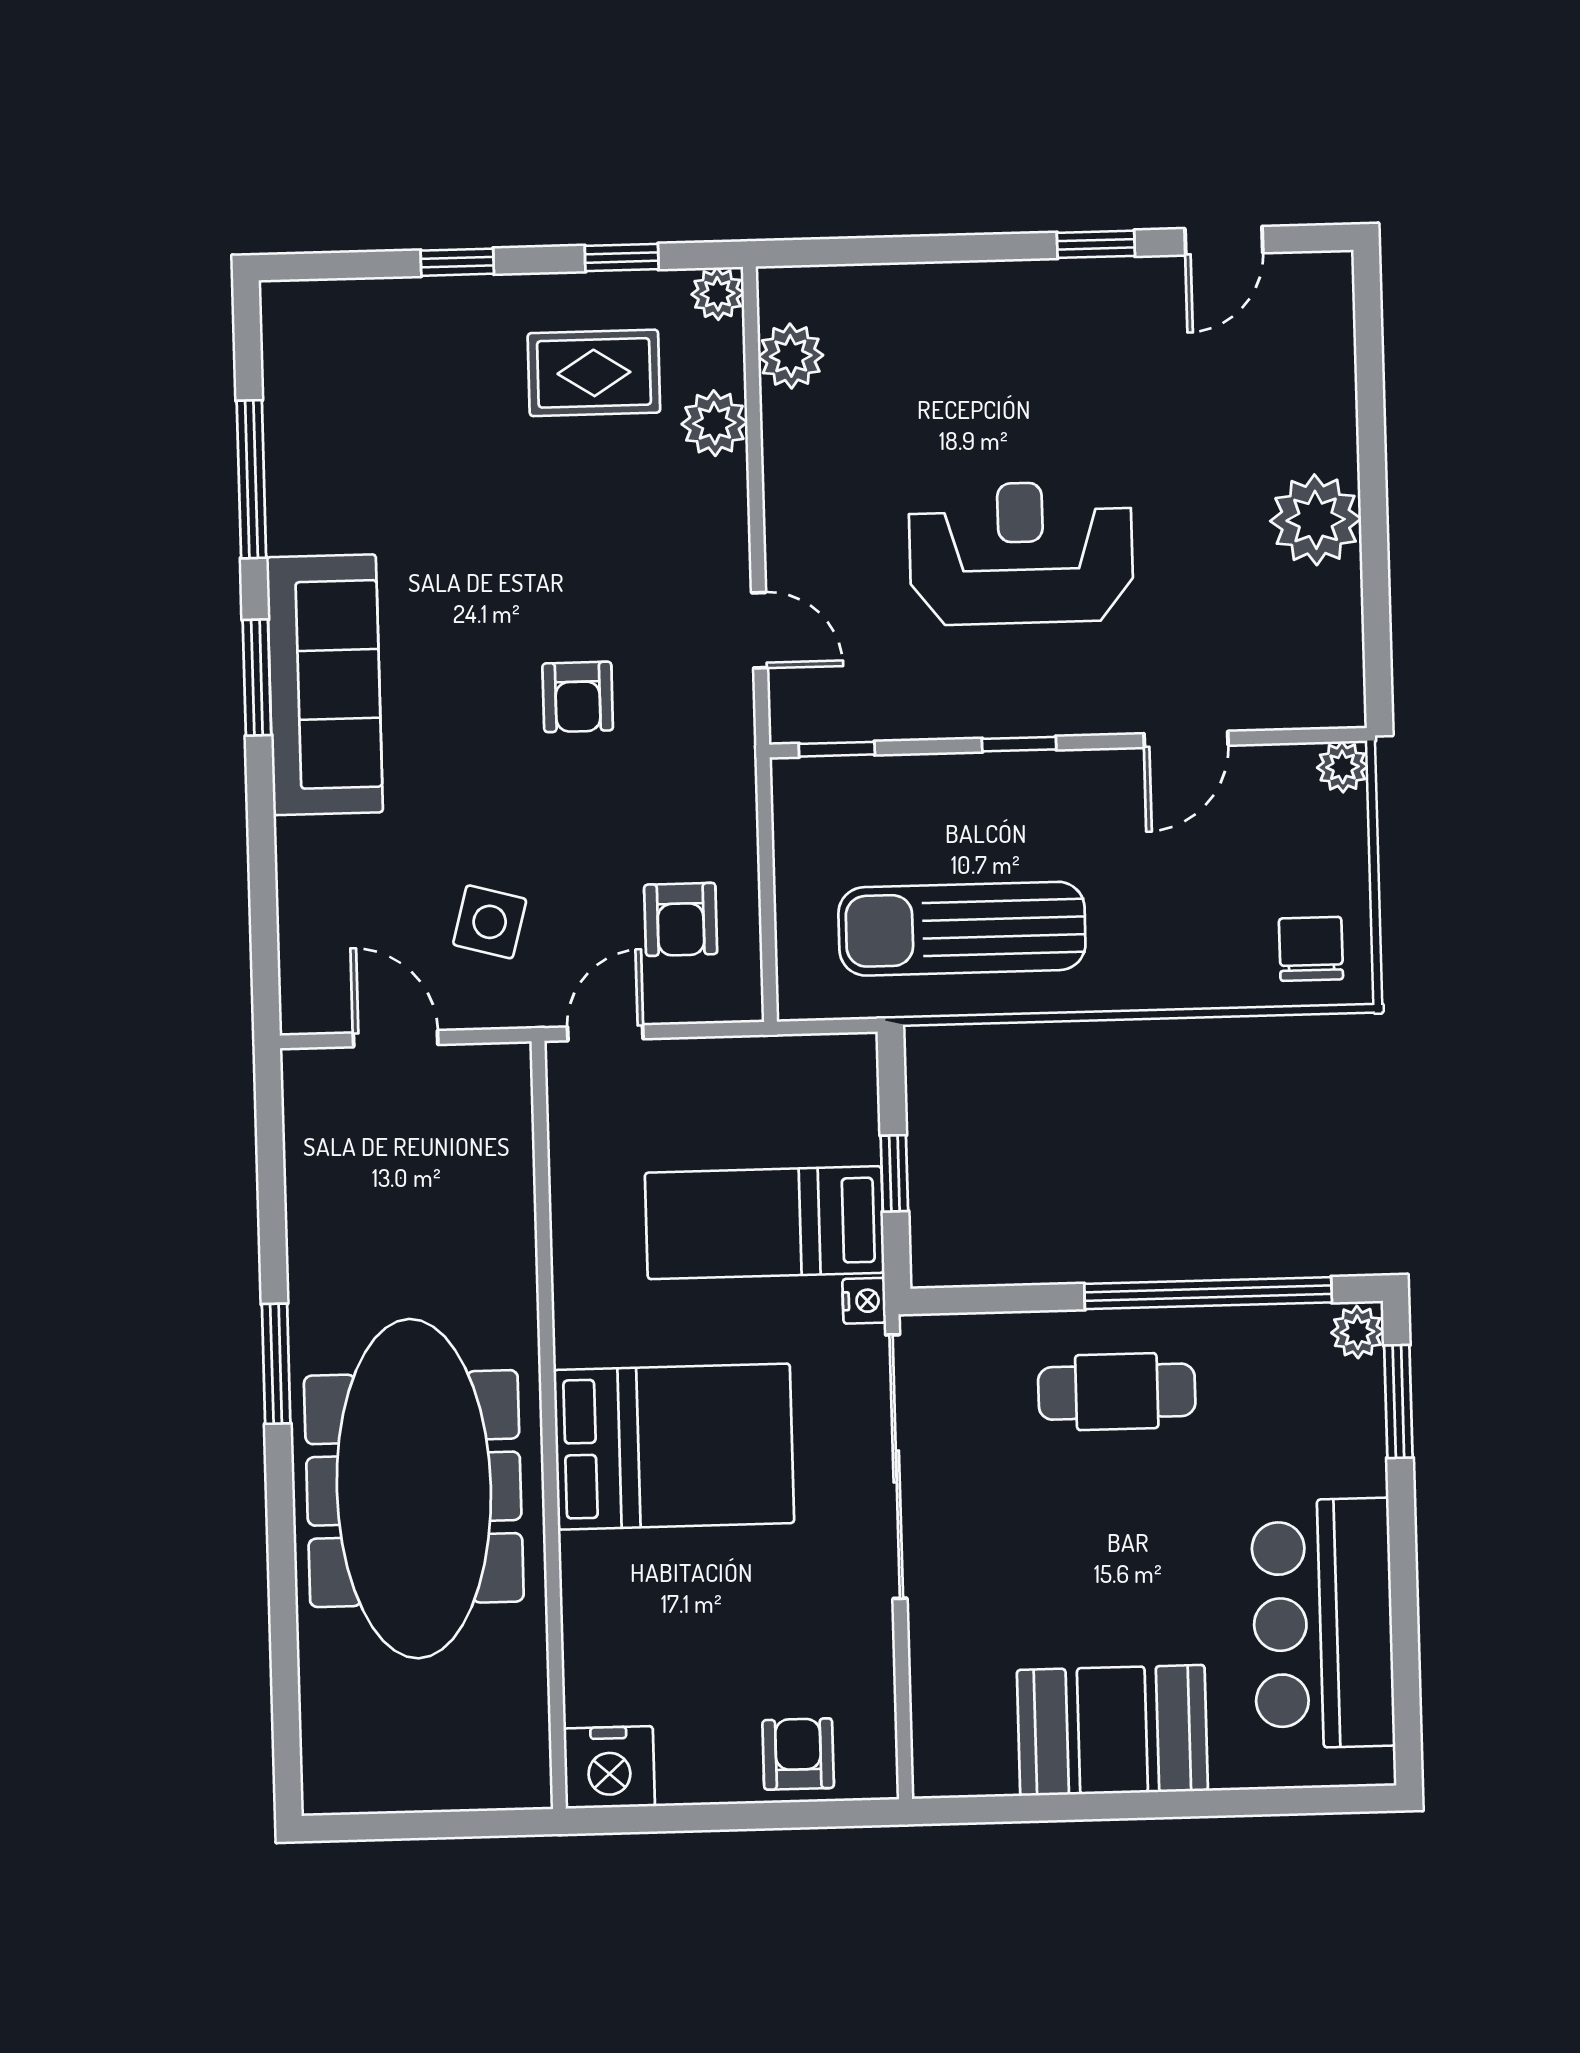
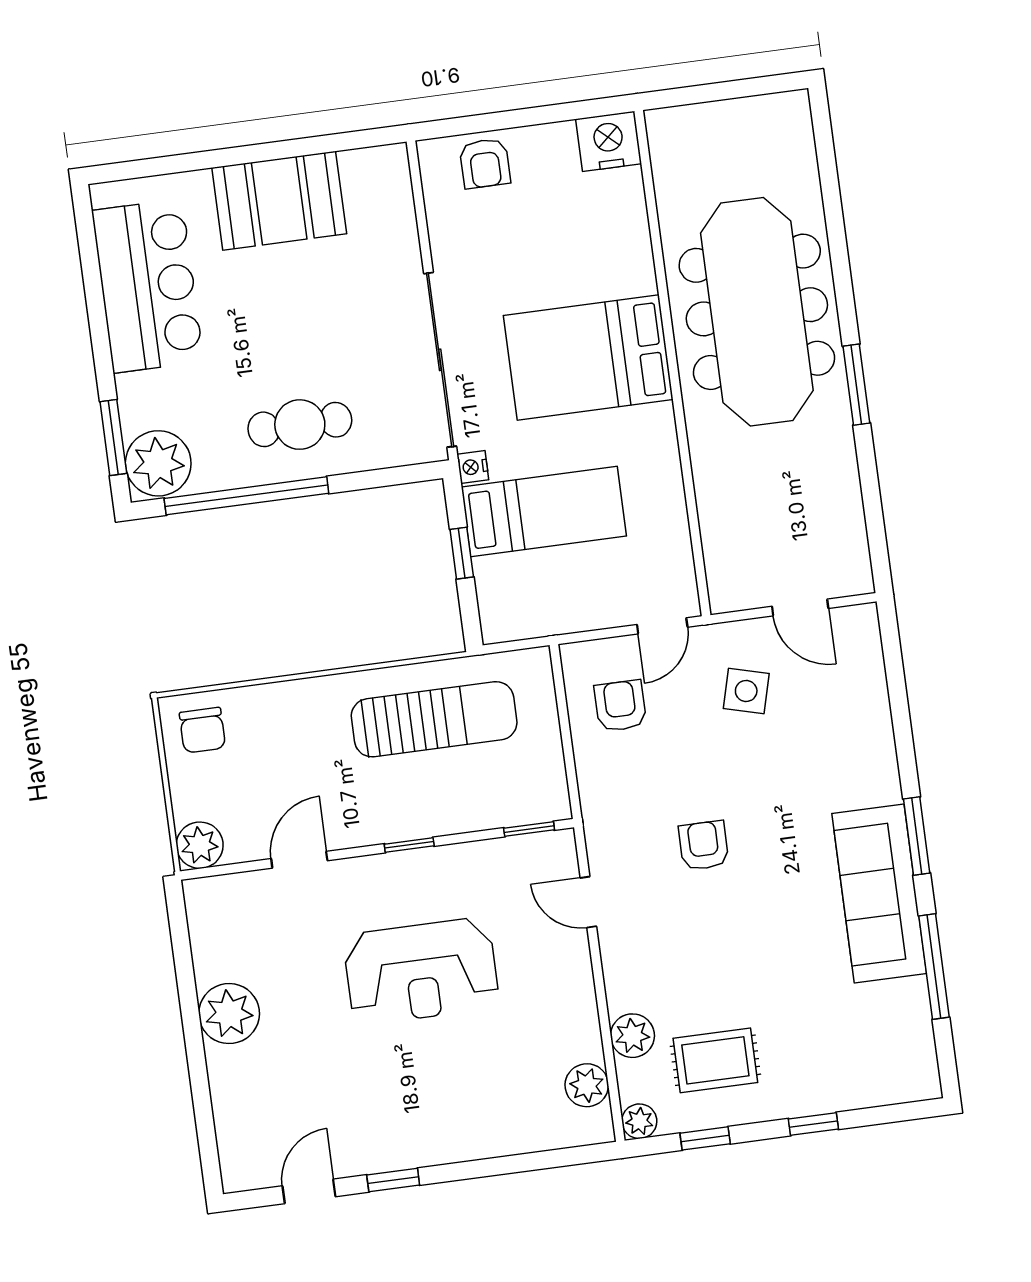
sofa: (325, 685) -> (879, 893), moved
plant: (1342, 767) -> (200, 845), width x1.38, depth x1.38
plant: (1358, 1332) -> (158, 463), width x1.87, depth x1.87

